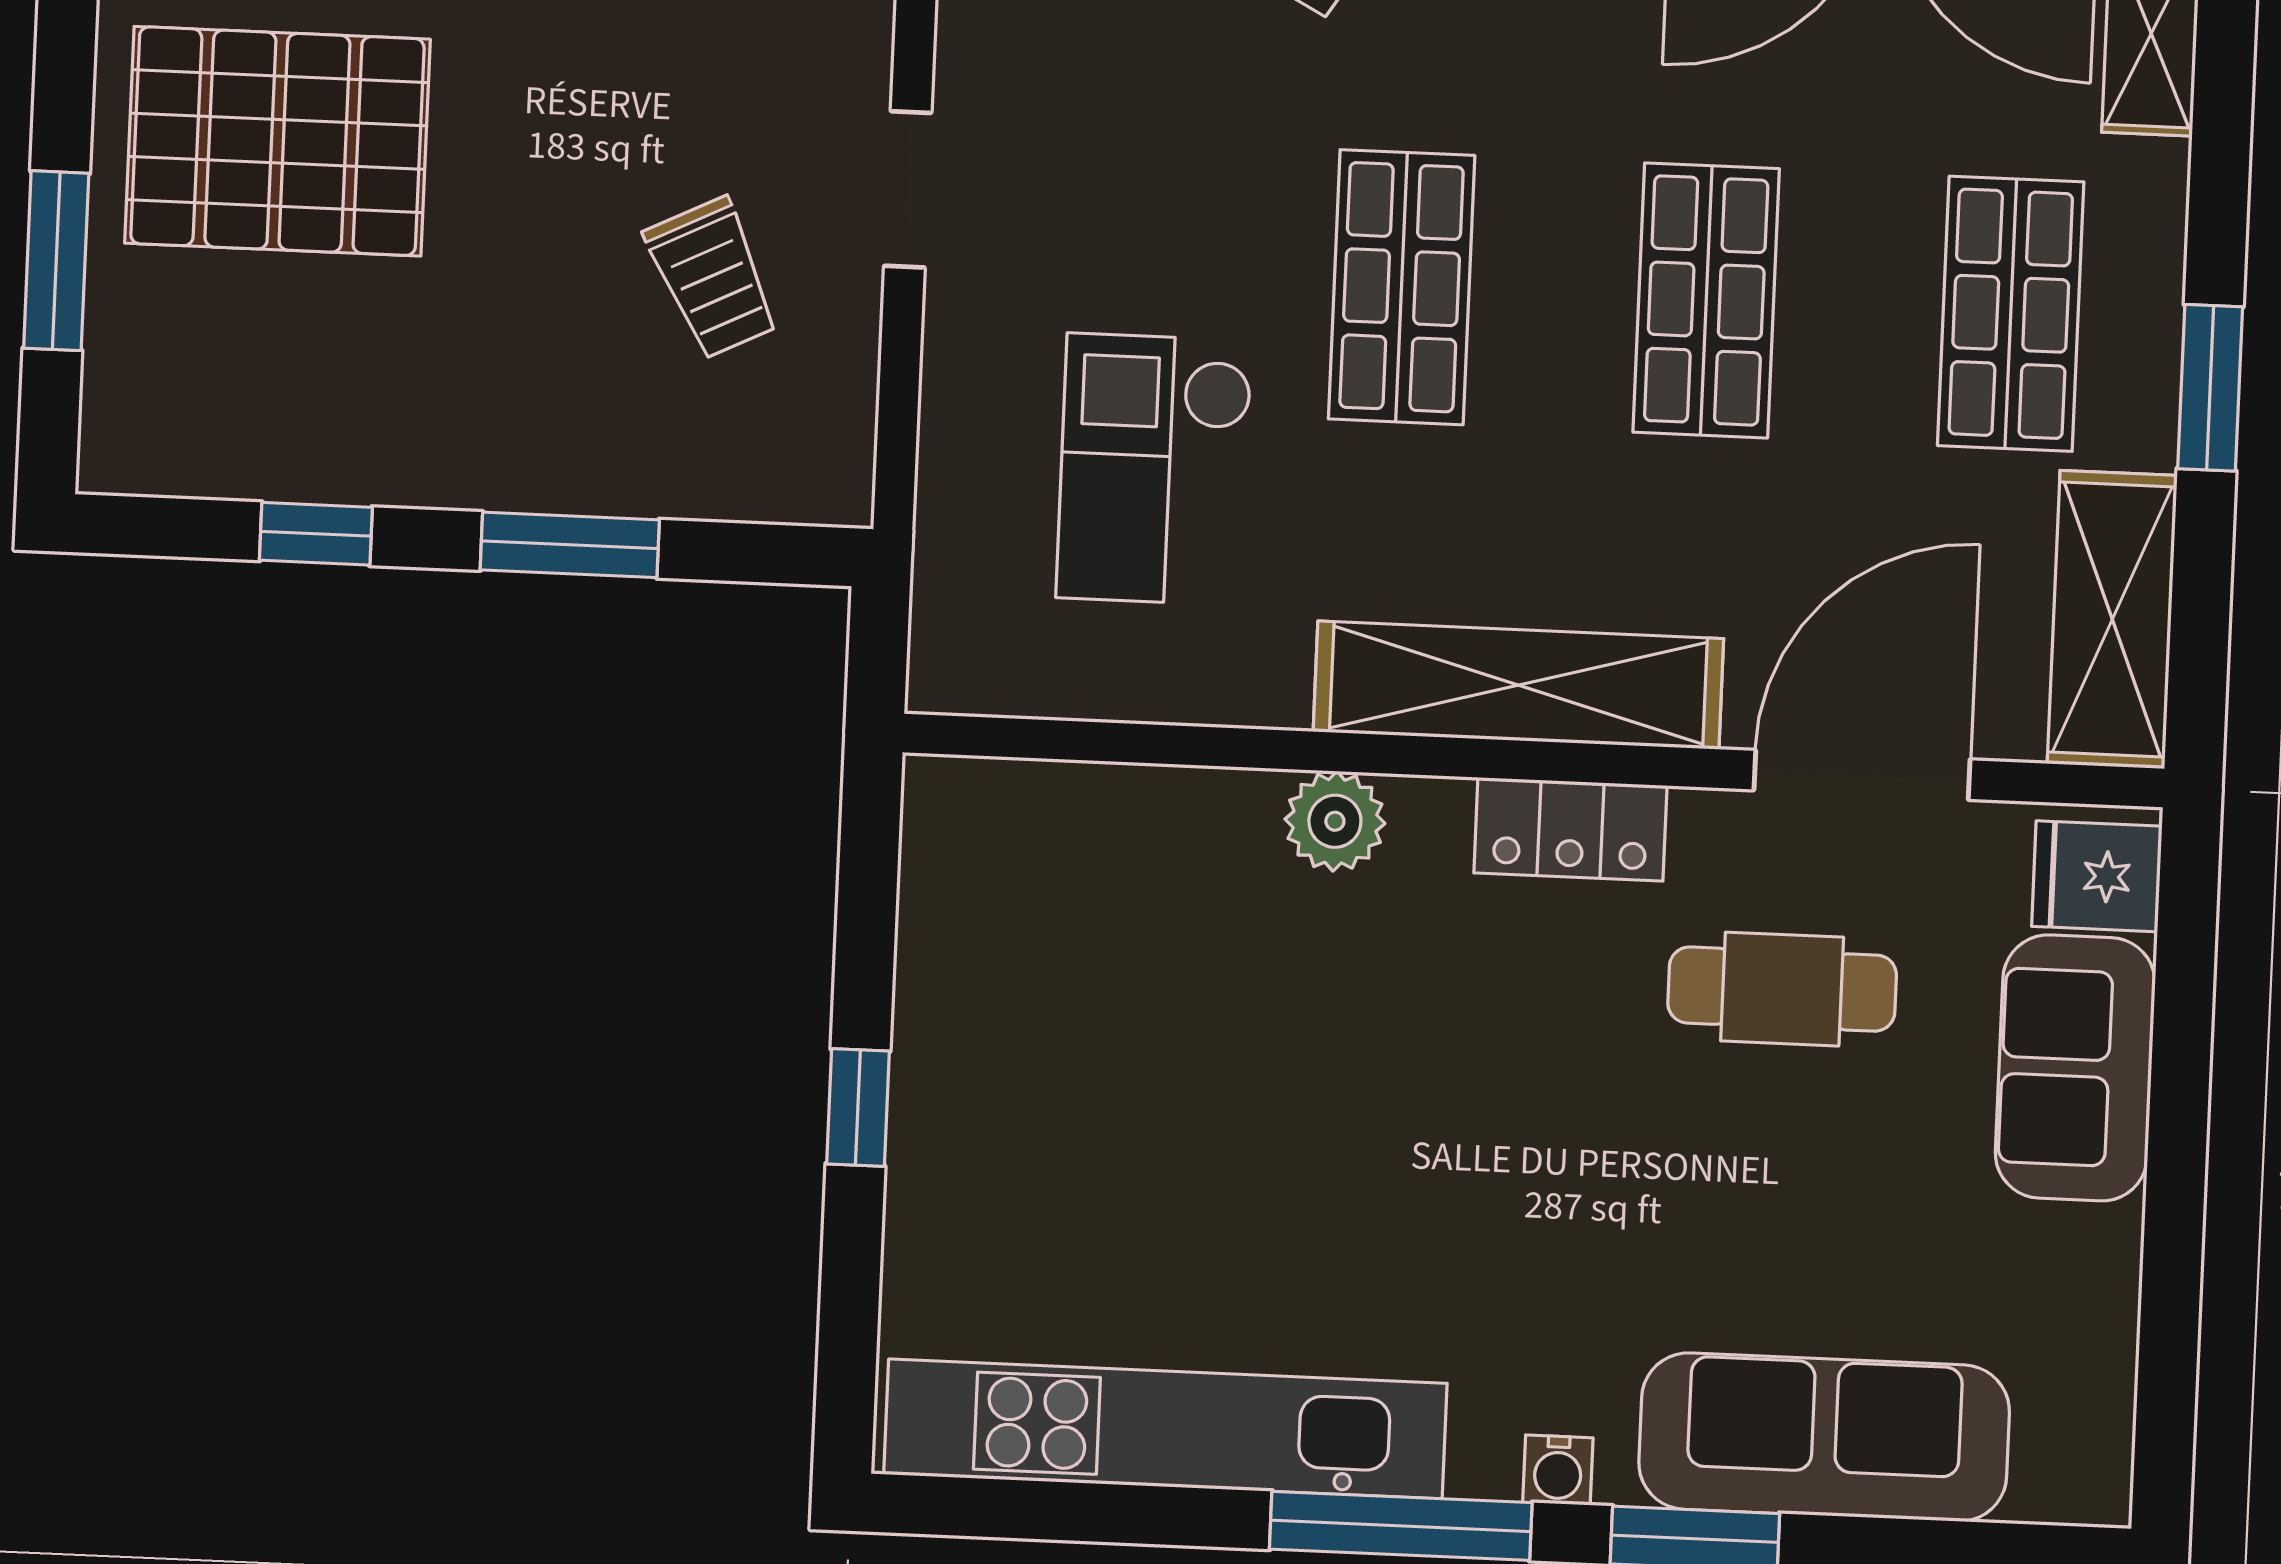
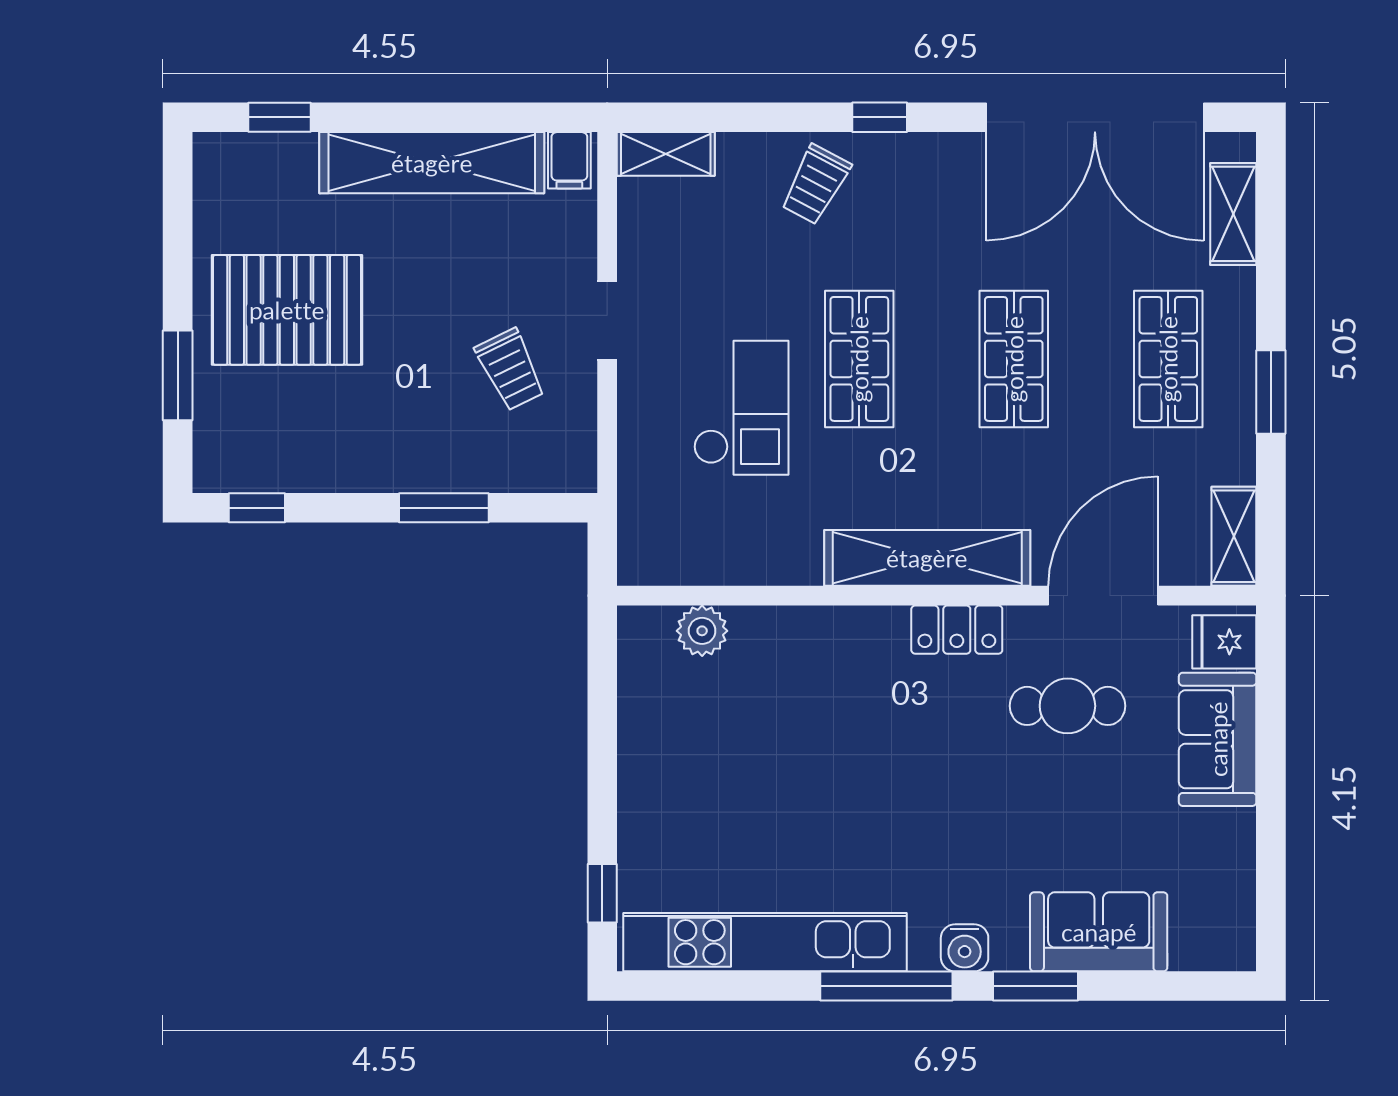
checkout: (1154, 469) -> (741, 408), moved, turned 180
window: (316, 534) -> (257, 508), moved
shelving: (2112, 619) -> (1234, 536), width x0.67, depth x0.75
plant: (1335, 821) -> (702, 631), moved
window: (858, 1108) -> (602, 893), moved
sofa: (1824, 1437) -> (1099, 932), width x0.73
water cooler: (1558, 1470) -> (965, 948), width x1.38, depth x1.38

